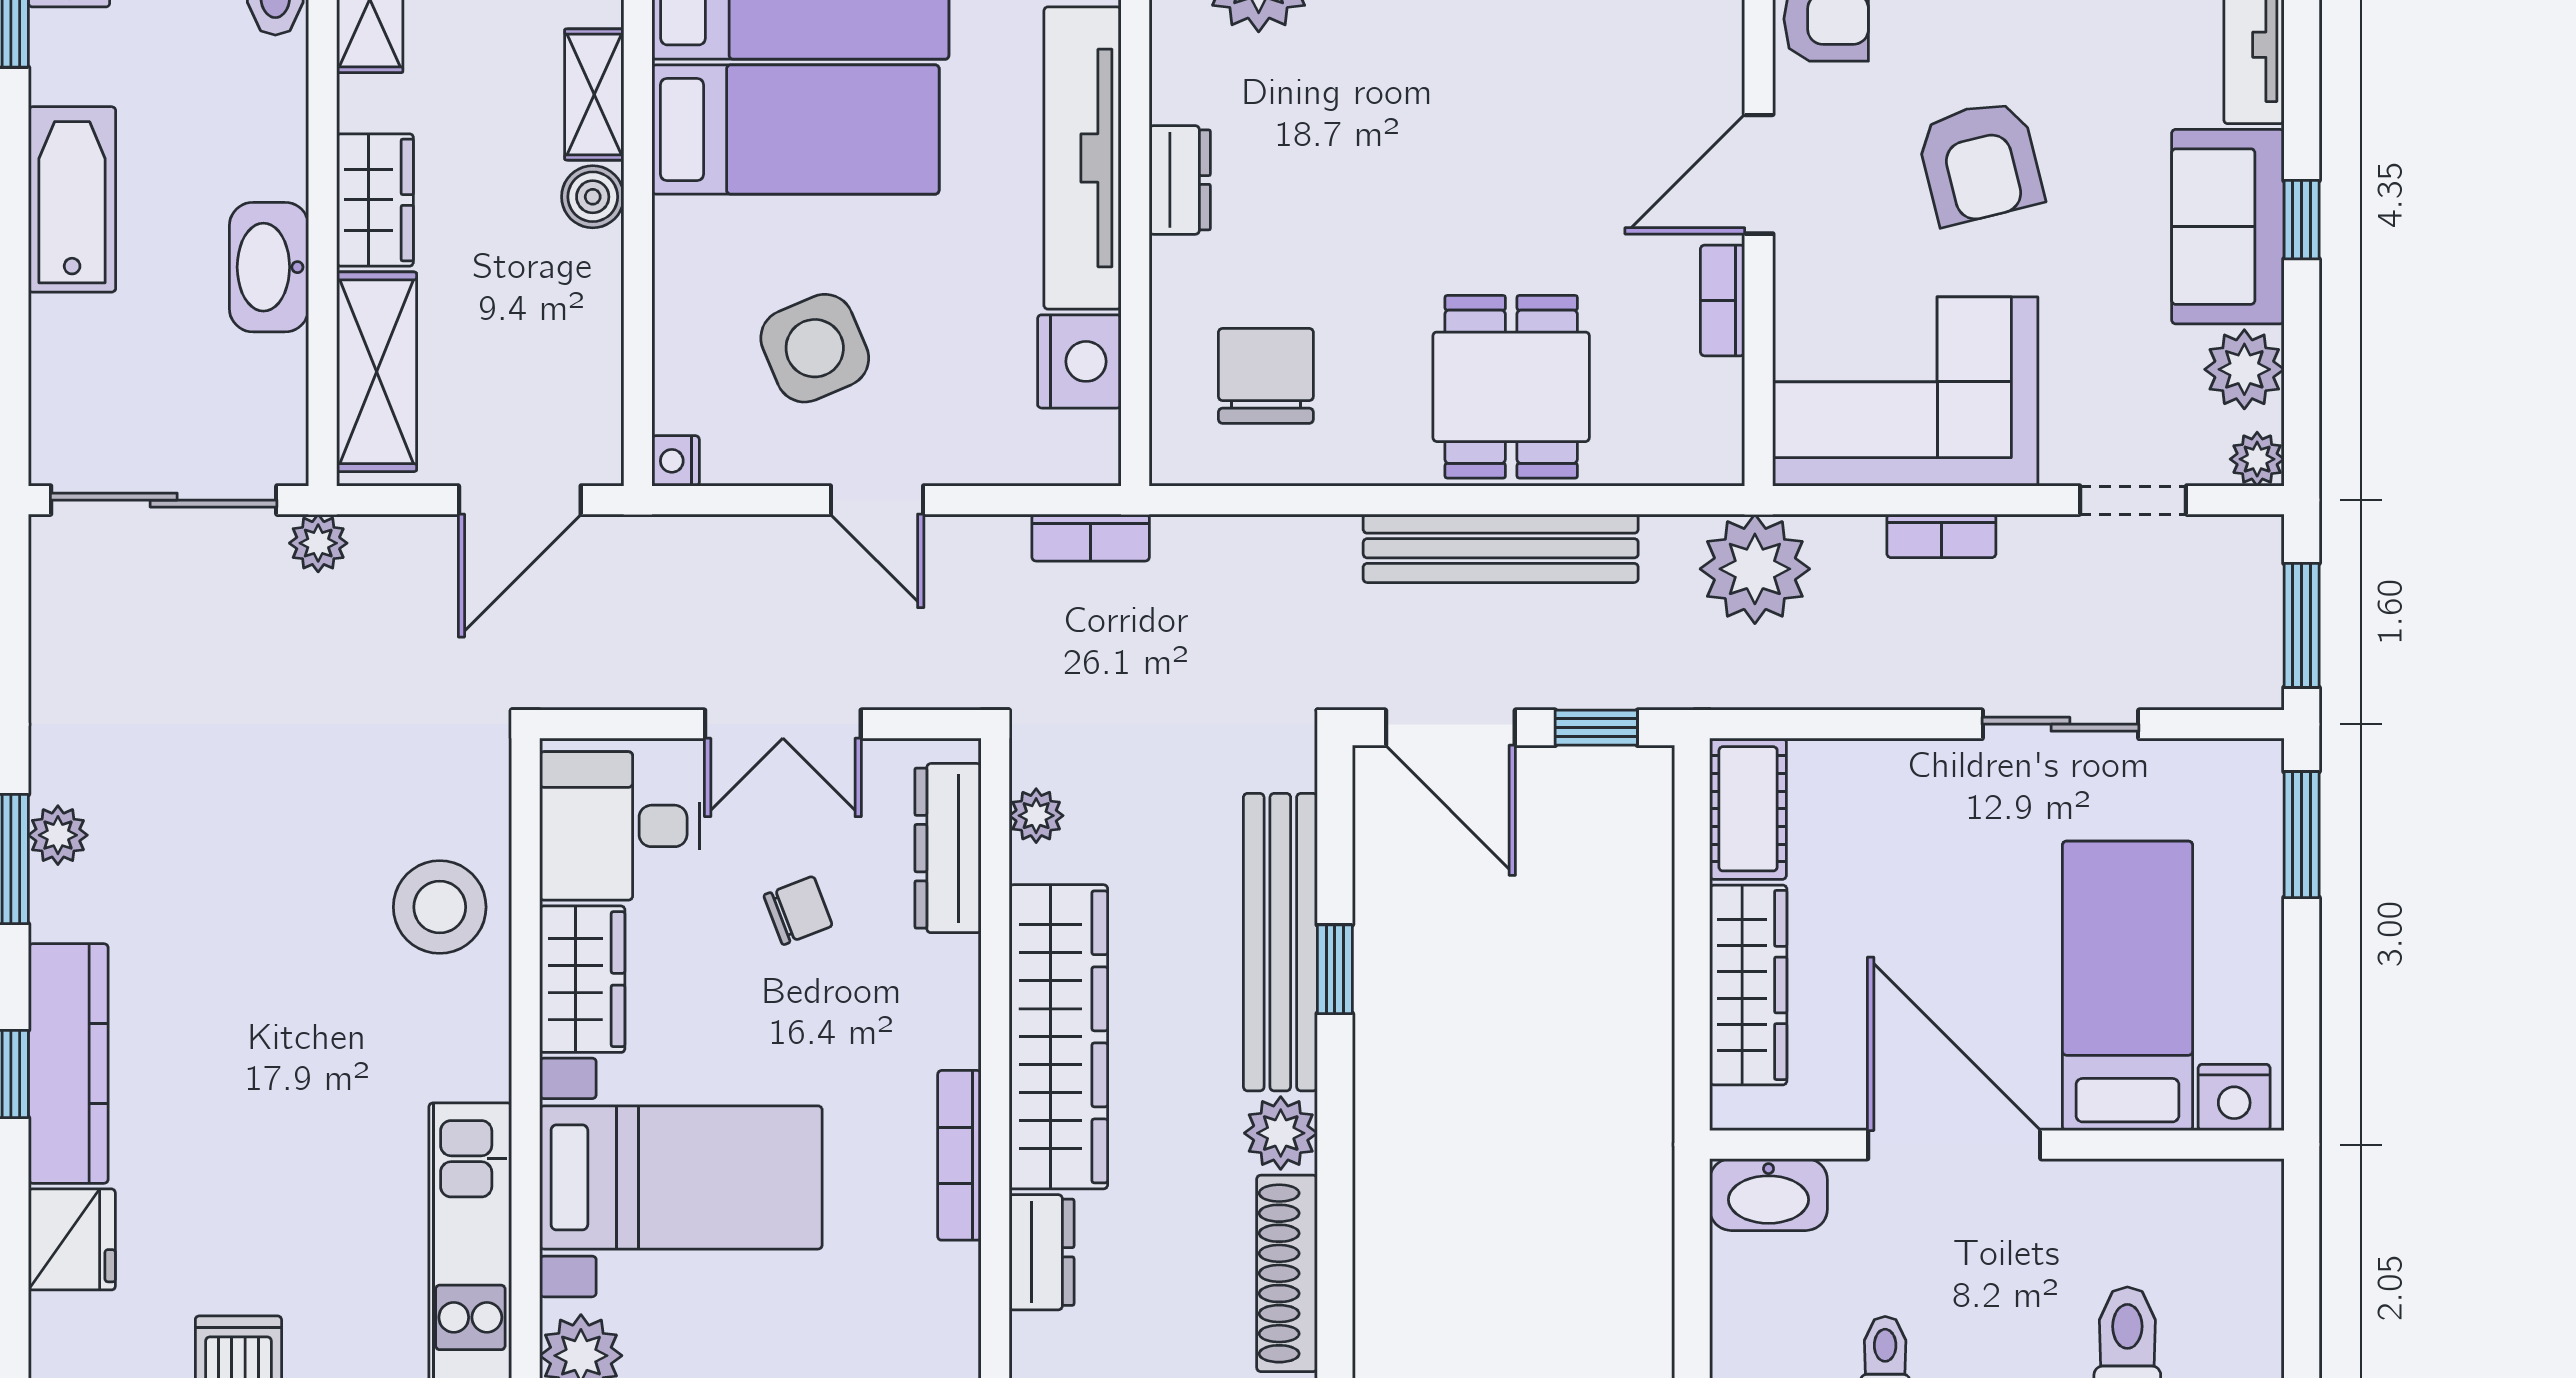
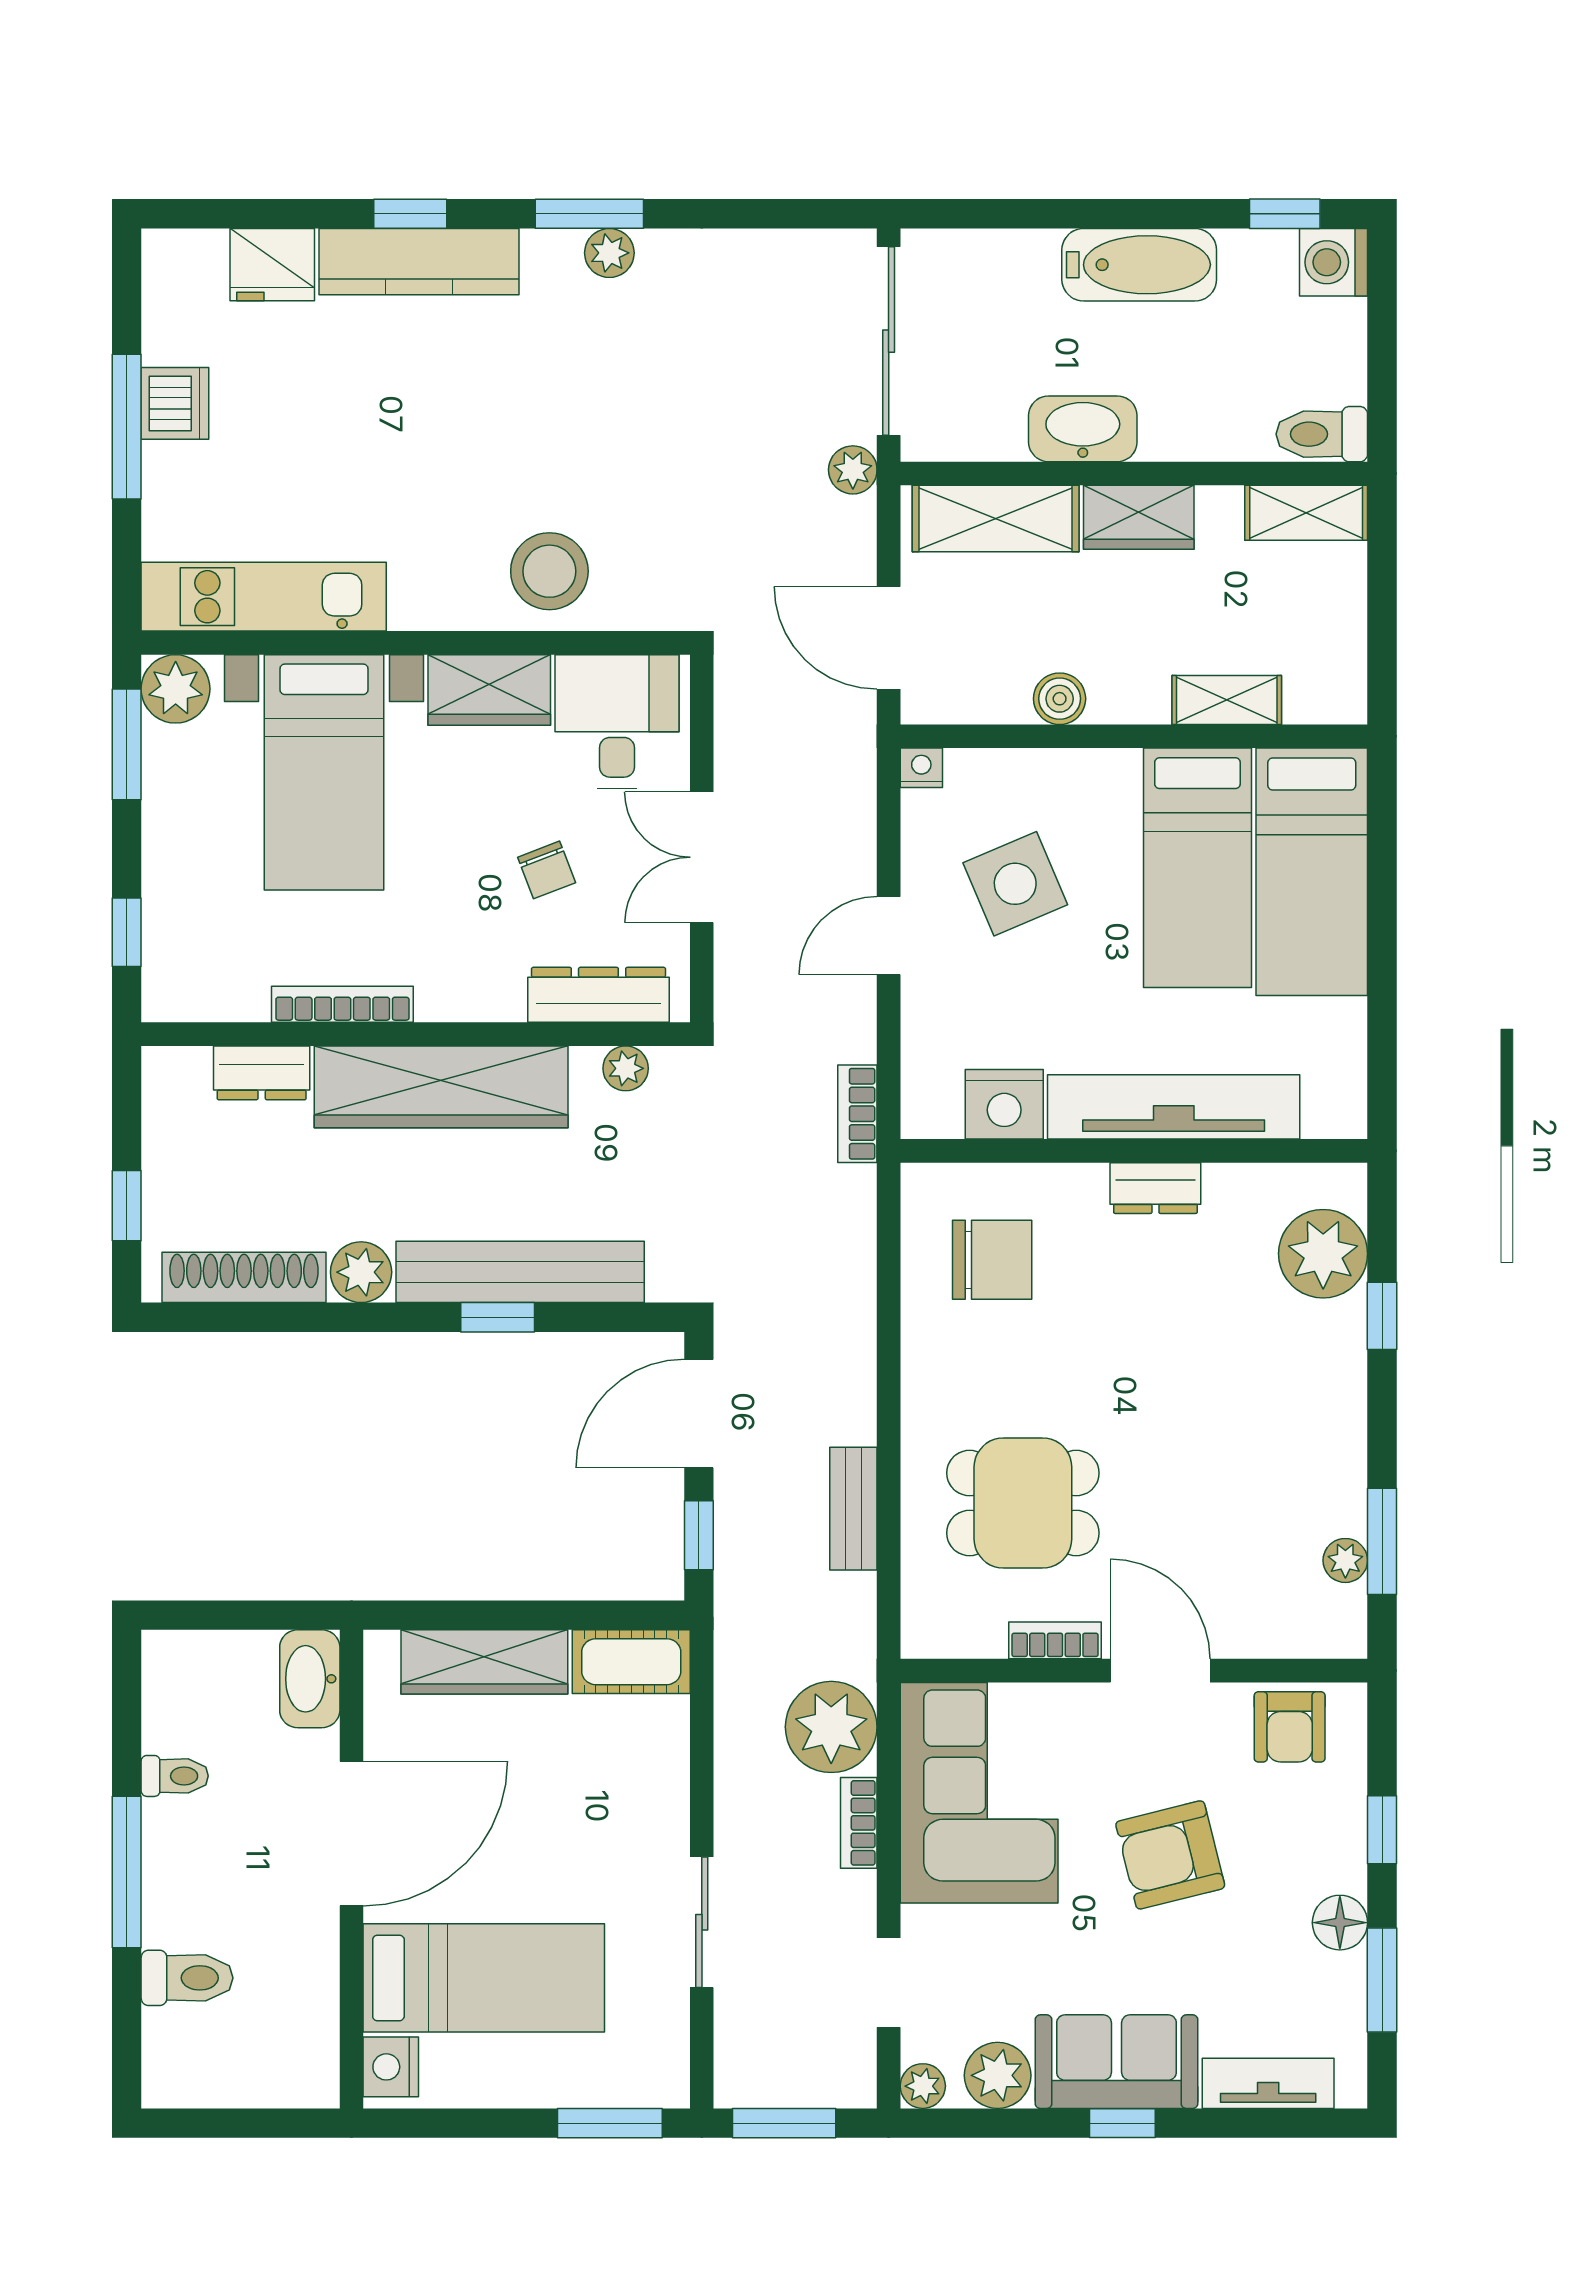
boiler: (593, 197) -> (1060, 699), moved
dining table: (1511, 387) -> (1023, 1503), moved
bench: (1501, 548) -> (853, 1509), width x0.54, depth x0.82
plant: (1755, 569) -> (831, 1727), moved

